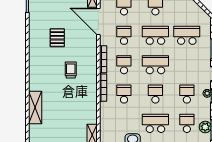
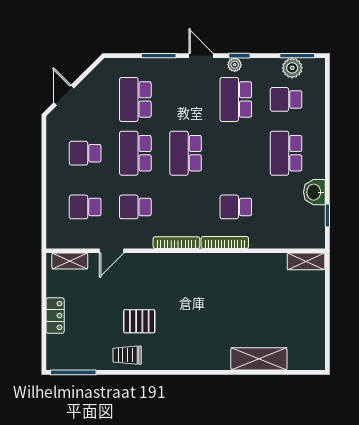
door: (98, 21) -> (112, 251), width x0.53
school desk: (124, 65) -> (186, 207), removed
trolley: (71, 70) -> (127, 355), moved
school desk: (155, 94) -> (236, 153), removed
school desk: (187, 94) -> (236, 99), width x1.85

